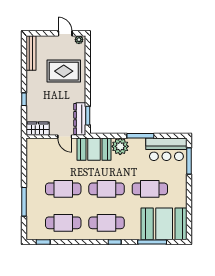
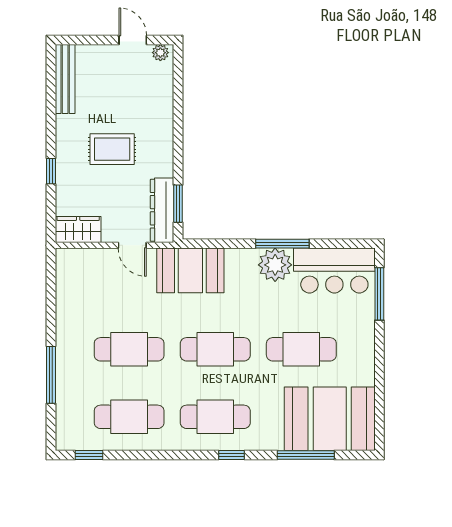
rug: (64, 71) -> (112, 149), moved, width x0.73, depth x0.70
plant: (120, 146) -> (275, 265), moved

